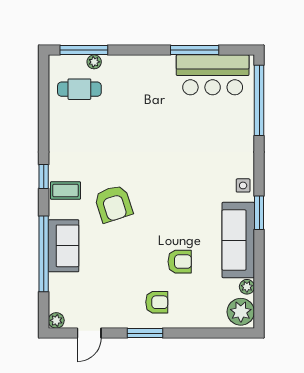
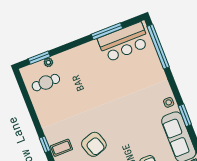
window: (84, 50) -> (39, 58), width x0.69

